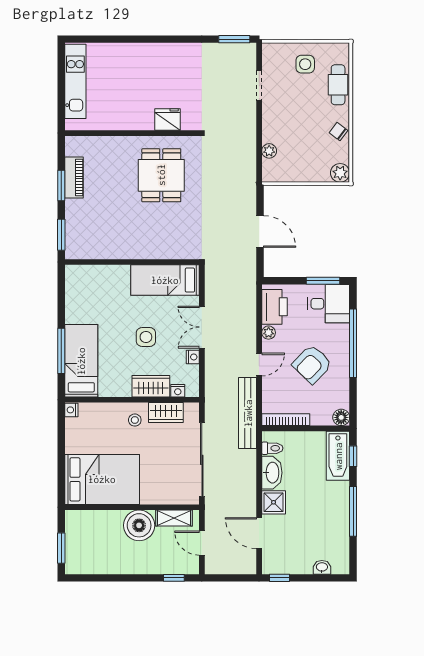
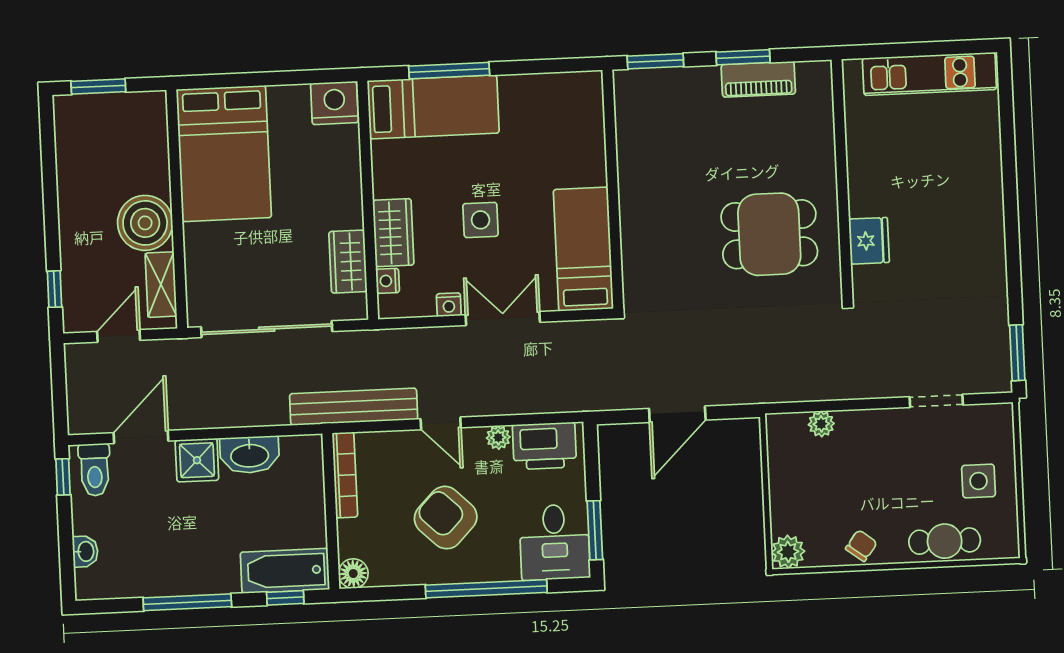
nightstand: (71, 410) -> (334, 103), width x1.89, depth x1.79
stool: (135, 420) -> (332, 207), removed
toilet: (272, 448) -> (95, 470), moved, width x1.37, depth x1.39

